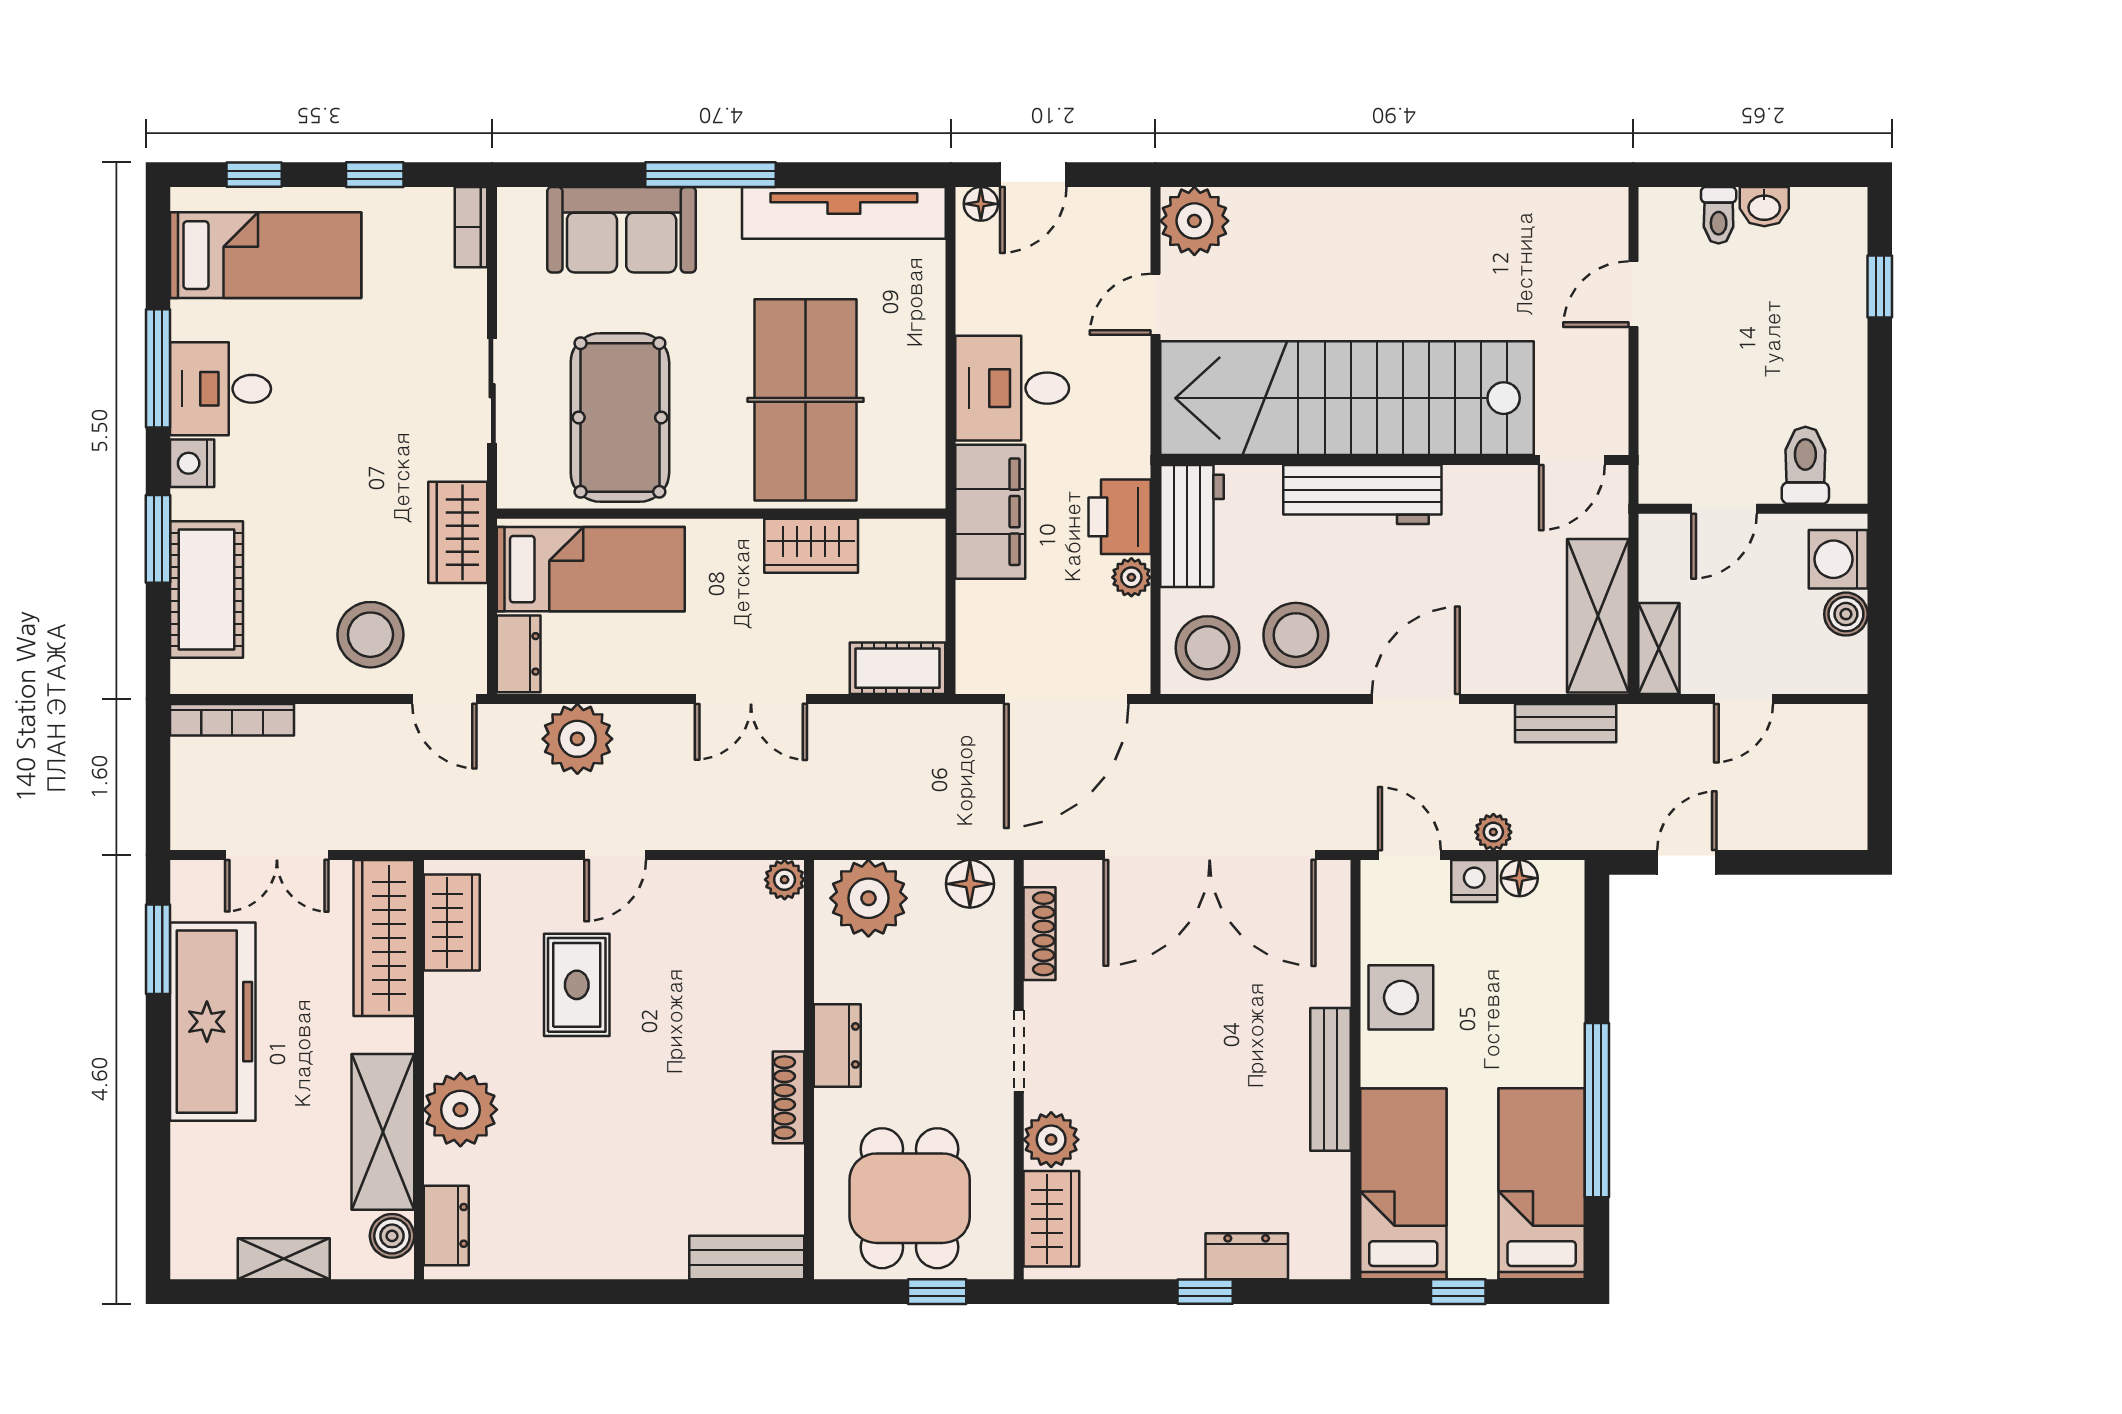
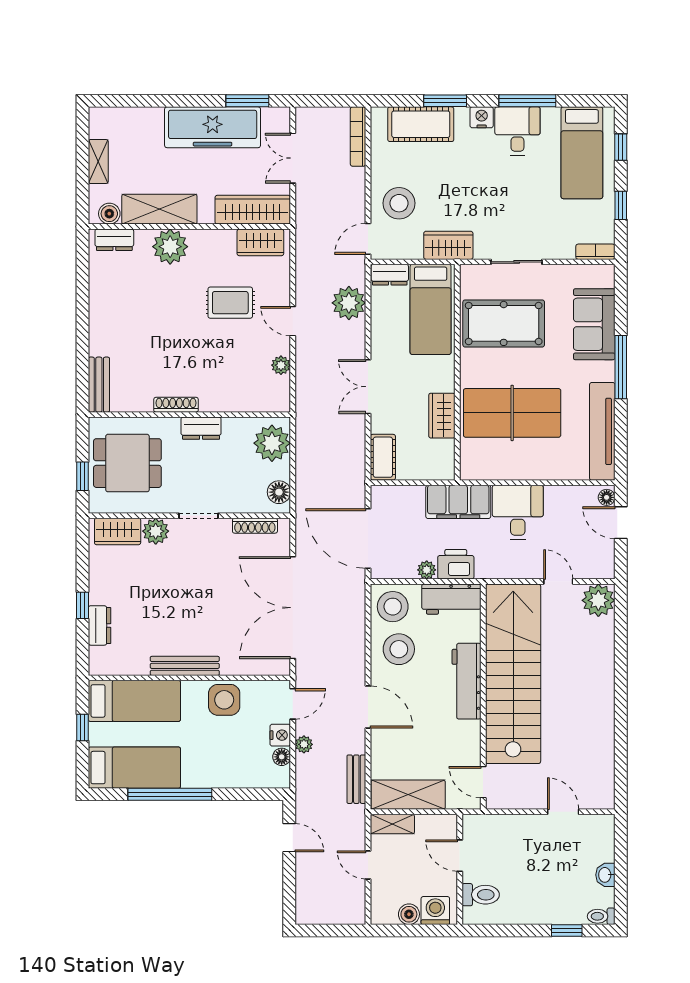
toilet: (1719, 215) -> (601, 916), moved
plant: (785, 880) -> (281, 365), moved

